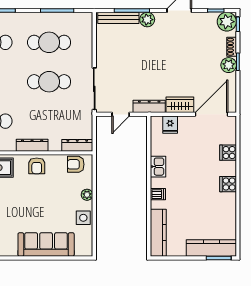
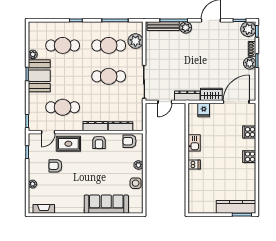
plant: (83, 37) -> (135, 41), added
dresser: (77, 145) -> (120, 126), moved
kitchen counter: (158, 233) -> (194, 195), removed

